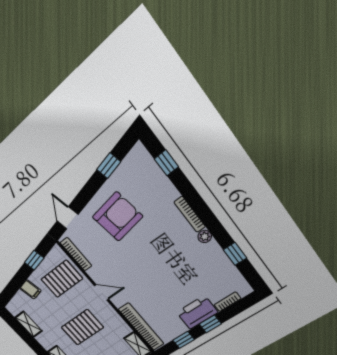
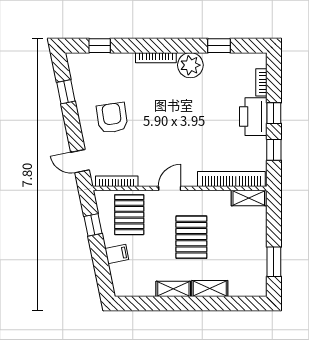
armchair: (118, 217) -> (112, 118), width x0.73, depth x0.73
plant: (205, 236) -> (190, 65), width x1.87, depth x1.87
shelving: (29, 324) -> (173, 289), moved

